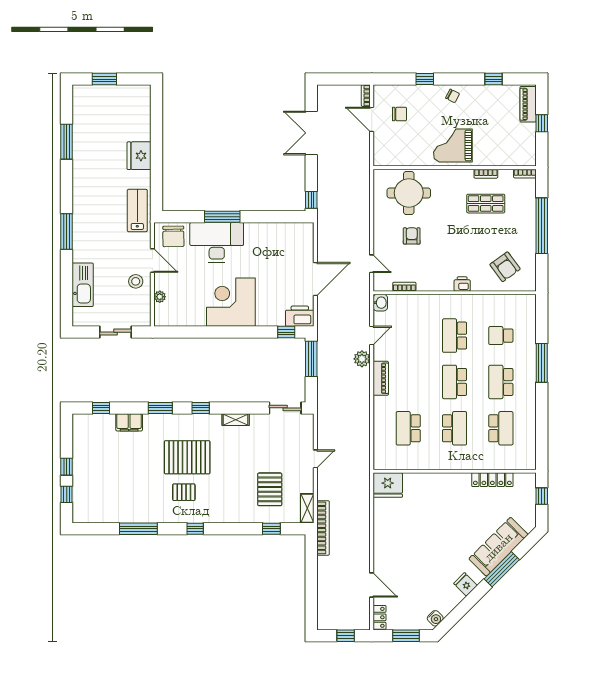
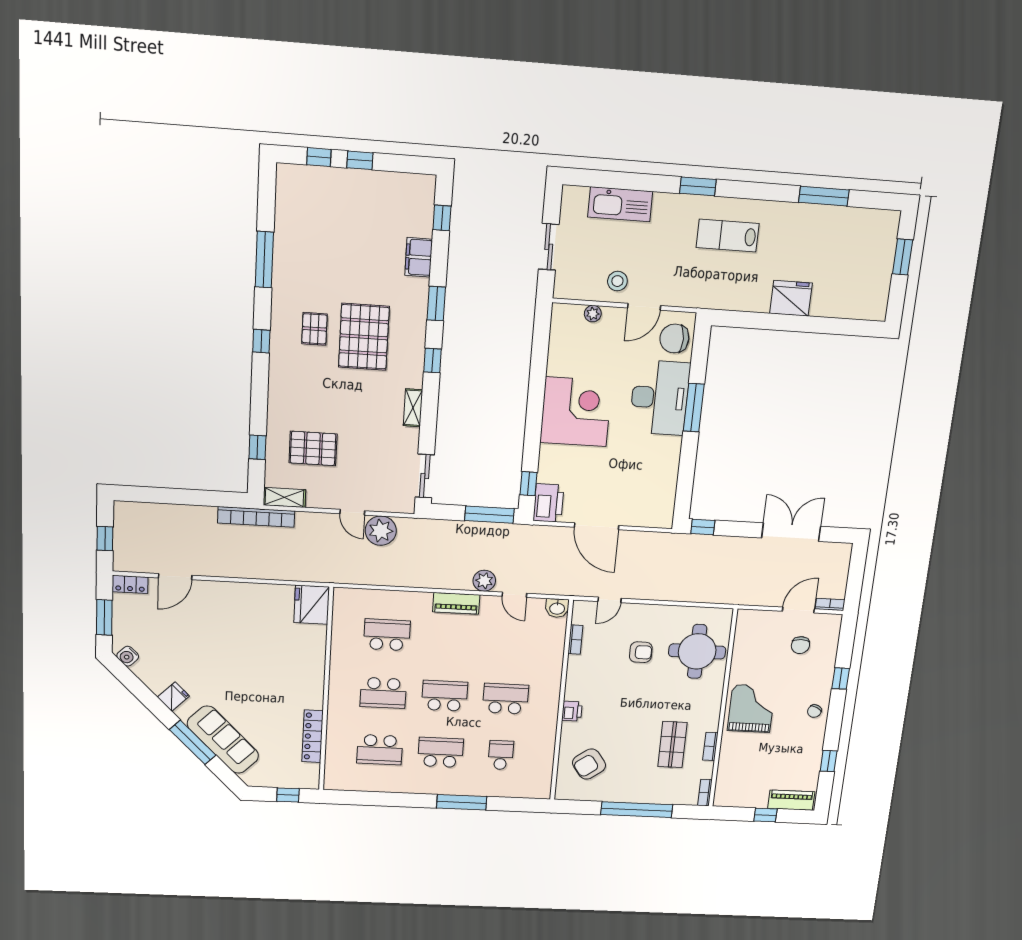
lab bench: (137, 210) -> (728, 236), moved, turned 180
window: (67, 232) -> (698, 186), width x0.69
plant: (328, 437) -> (381, 531), added

